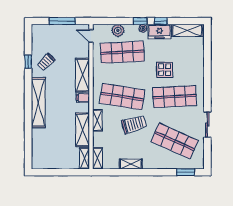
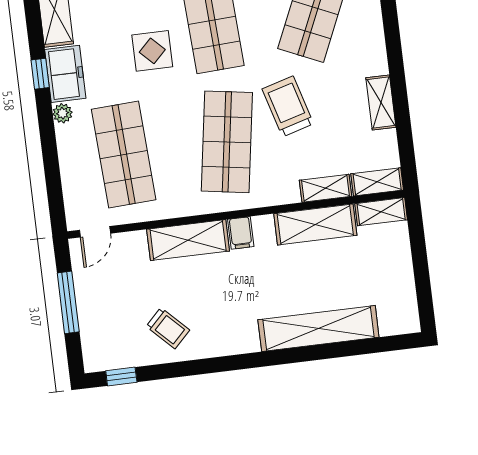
window: (140, 21) -> (46, 121), removed
plant: (118, 30) -> (74, 171), removed
window: (28, 62) -> (121, 376), moved
shelving: (38, 103) -> (318, 328), moved
shelving: (97, 120) -> (325, 188), moved

